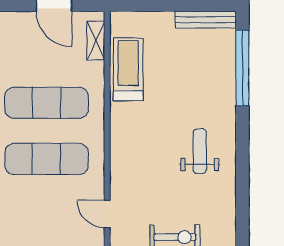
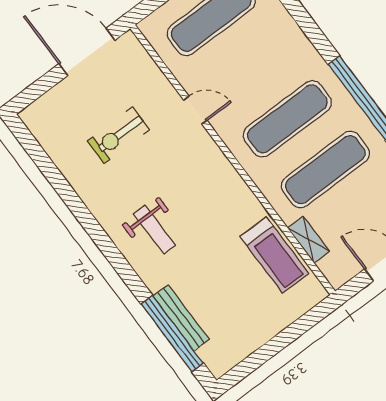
bench: (206, 20) -> (181, 318), moved, turned 90
shelving: (96, 41) -> (309, 240), moved

